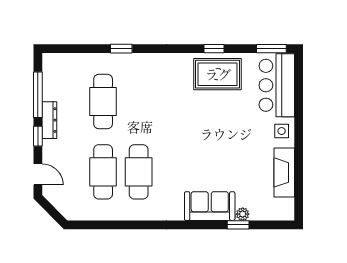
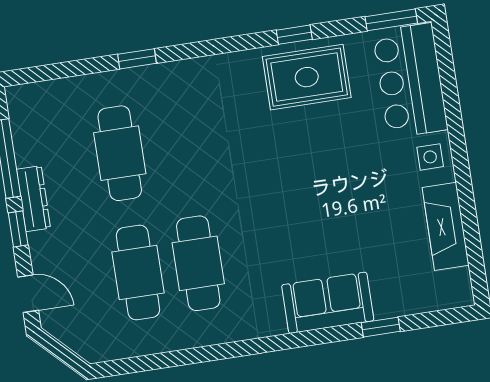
plant: (243, 214) -> (386, 308), removed

